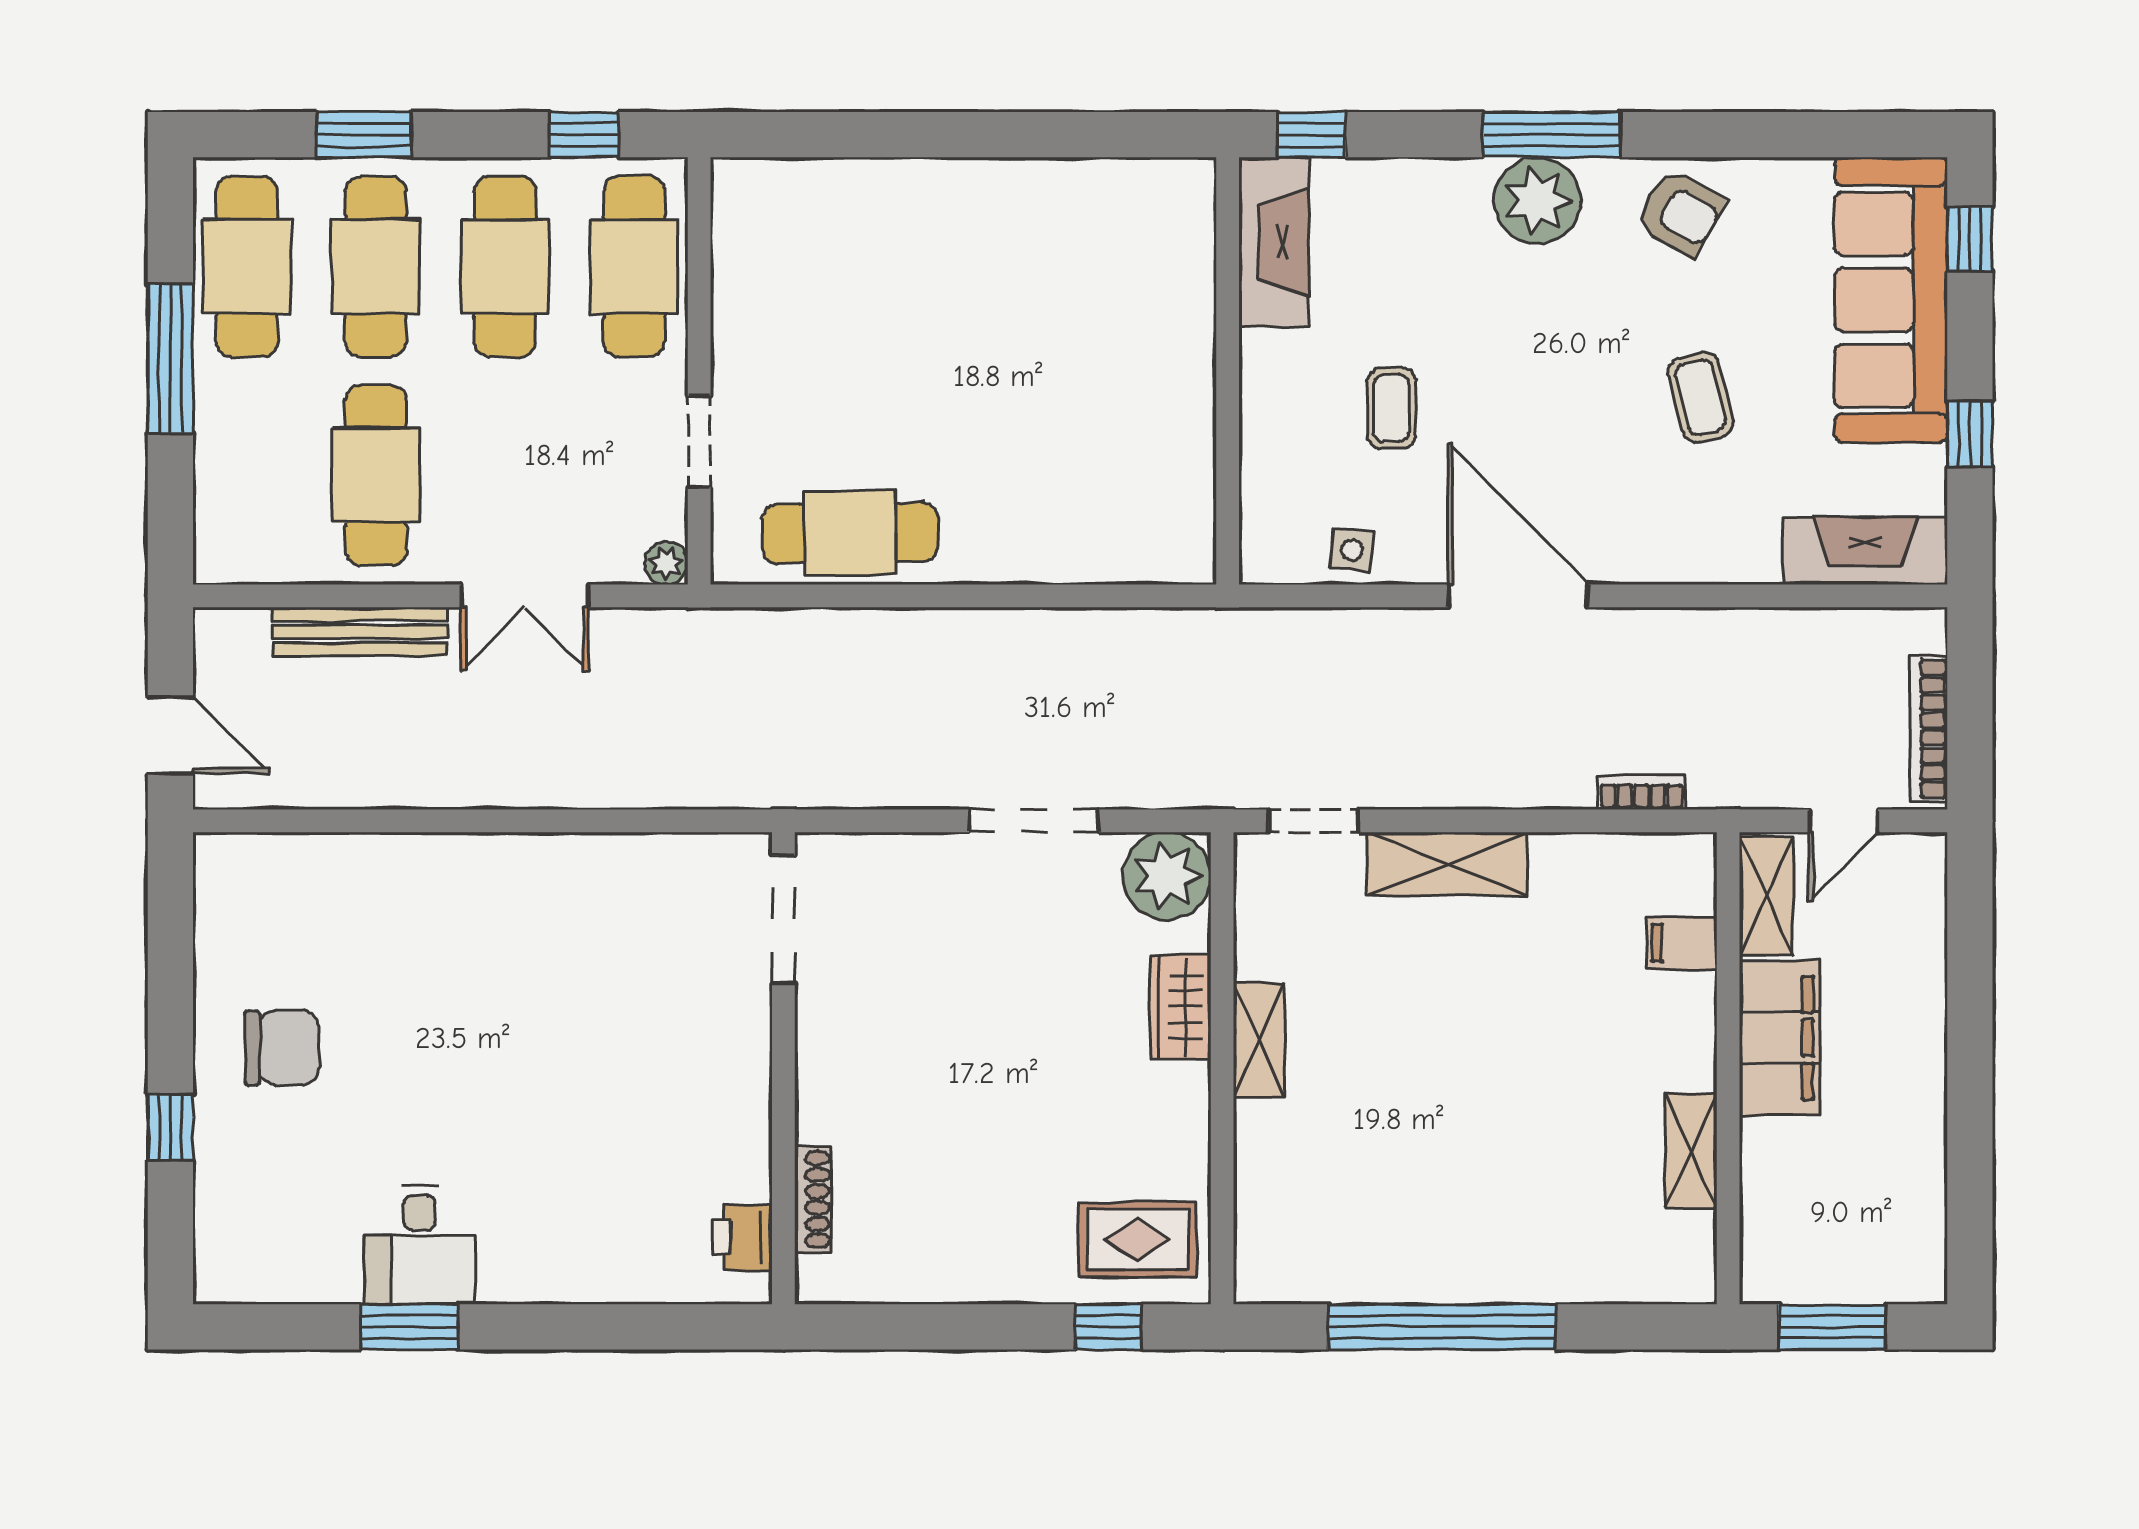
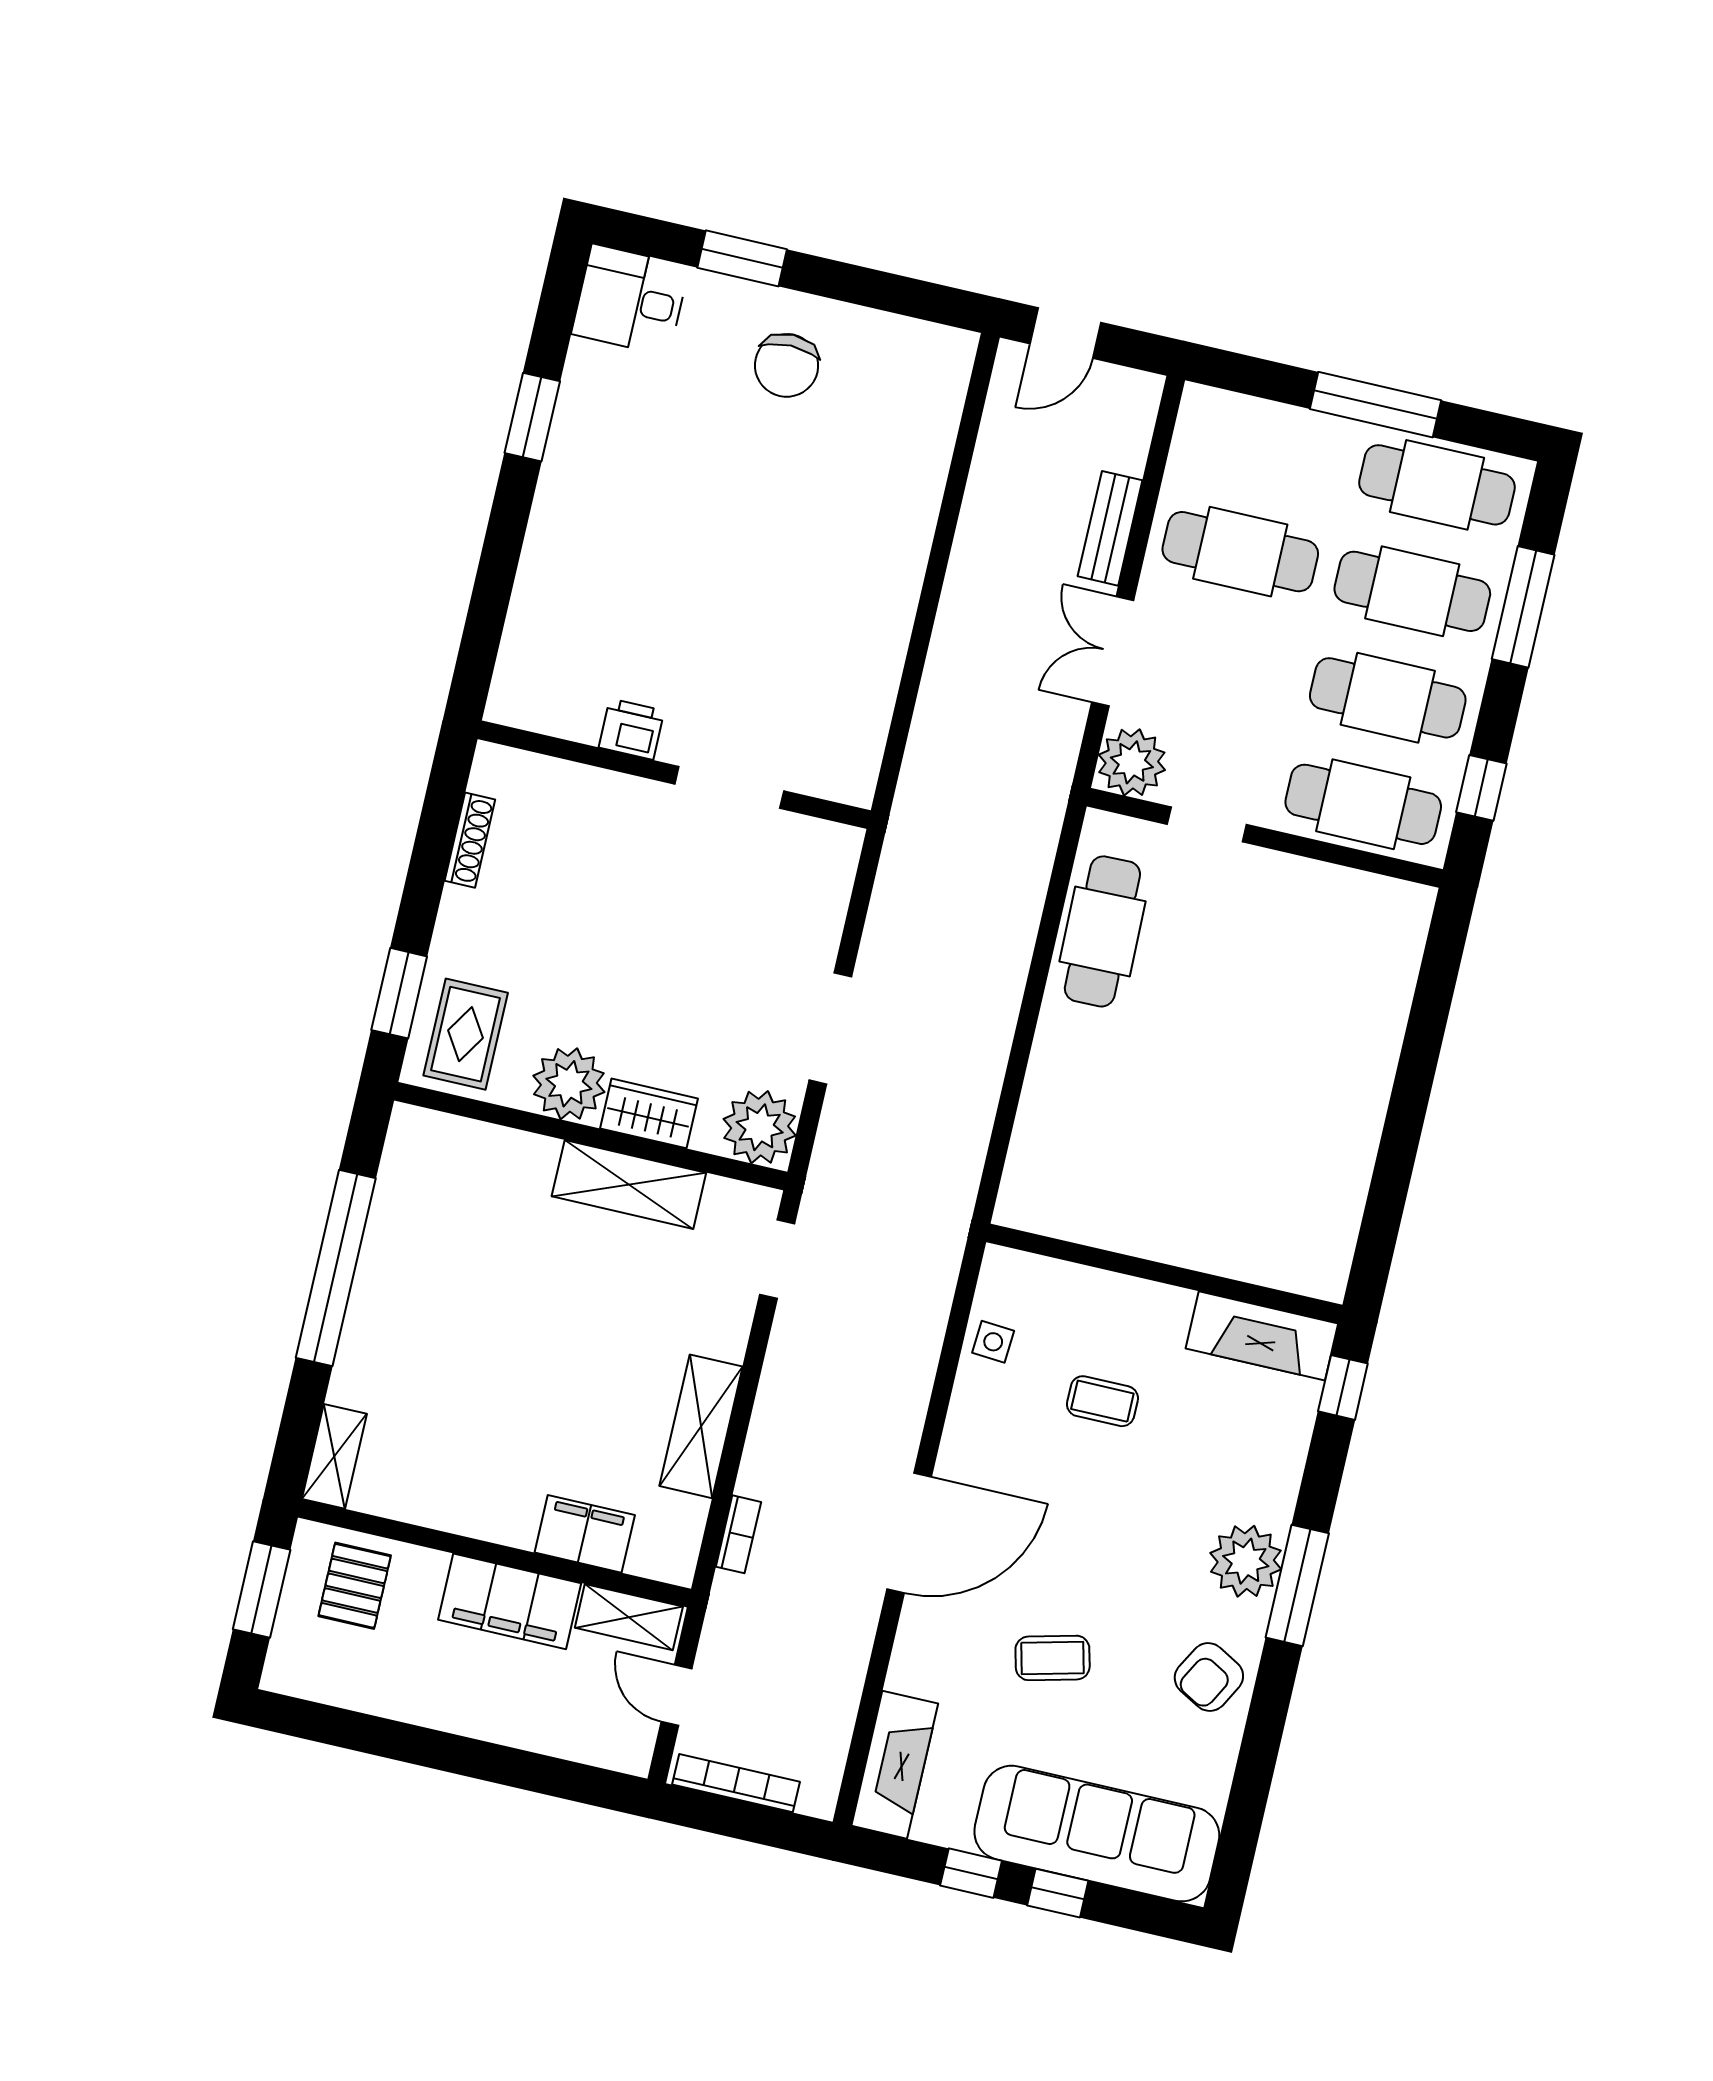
window: (364, 135) -> (1523, 607), width x1.44
window: (1970, 239) -> (1058, 1893), moved
plant: (666, 563) -> (1132, 762), width x1.87, depth x1.87
door: (1518, 596) -> (909, 1533), moved
bench: (360, 632) -> (1110, 528), width x0.73
shelving: (1447, 864) -> (701, 1426), moved
doorway: (783, 919) -> (729, 787), moved
filing cabinet: (1682, 943) -> (585, 1534), width x2.00
shelving: (1259, 1040) -> (629, 1185), width x1.50, depth x1.33
plant: (1168, 1107) -> (569, 1084), added
window: (170, 1127) -> (742, 258), width x1.50
shelving: (1691, 1151) -> (334, 1456), moved, turned 90
shoe rack: (813, 1199) -> (470, 840), moved, turned -90
pallet: (1803, 1221) -> (355, 1586), added
printer: (742, 1237) -> (632, 729), moved
desk: (420, 1245) -> (630, 300), moved
window: (1108, 1327) -> (399, 993), width x1.50

